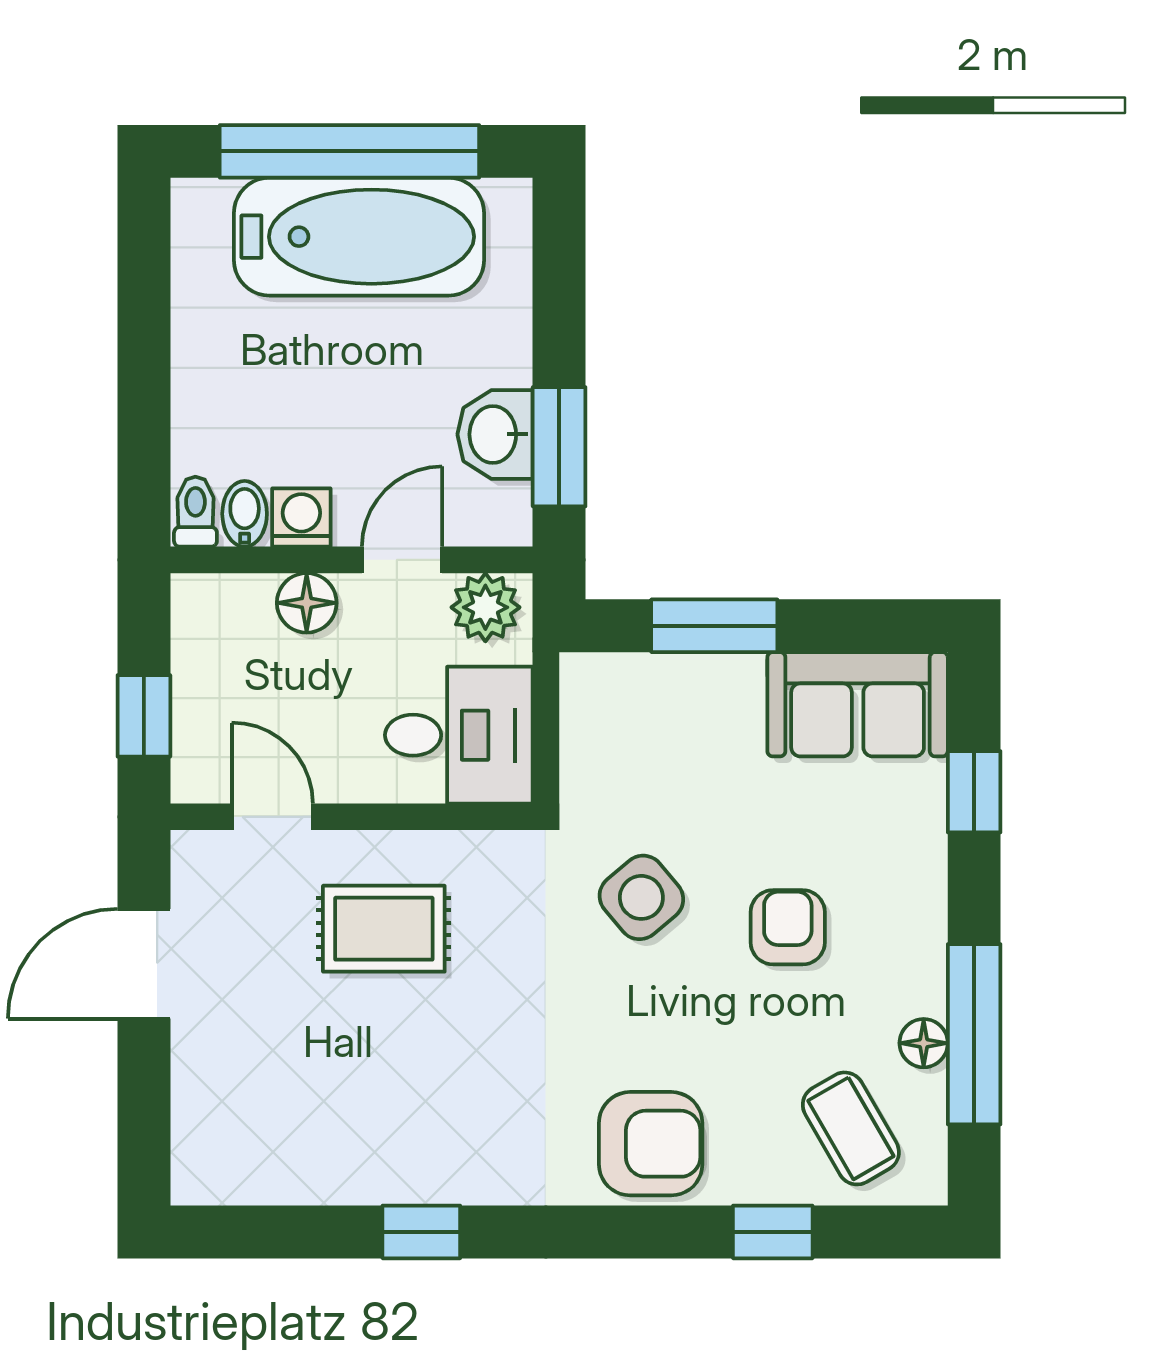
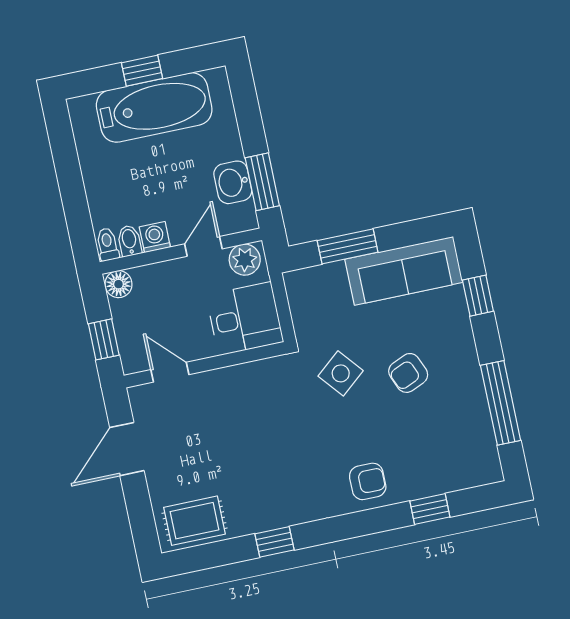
window: (349, 151) -> (142, 71), width x0.32
floor lamp: (307, 603) -> (118, 284), moved
sofa: (858, 704) -> (404, 271), width x1.36
armchair: (788, 927) -> (408, 373), turned -113
rug: (384, 929) -> (195, 521), moved
floor lamp: (924, 1043) -> (479, 412), removed
coffee table: (851, 1128) -> (455, 456), removed
armchair: (651, 1144) -> (368, 481), width x0.72, depth x0.72

